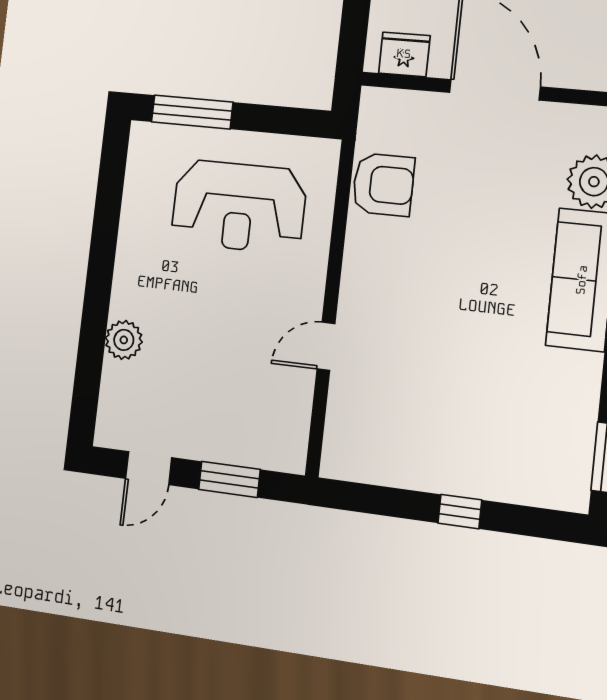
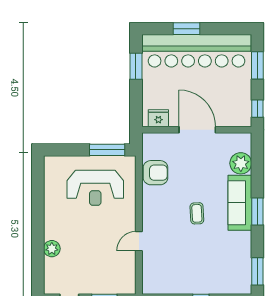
window: (192, 112) -> (107, 150), moved
coffee table: (473, 294) -> (197, 213), added

